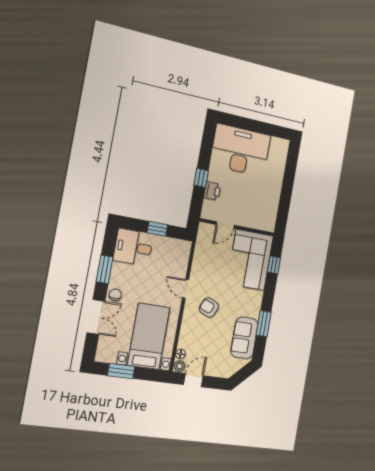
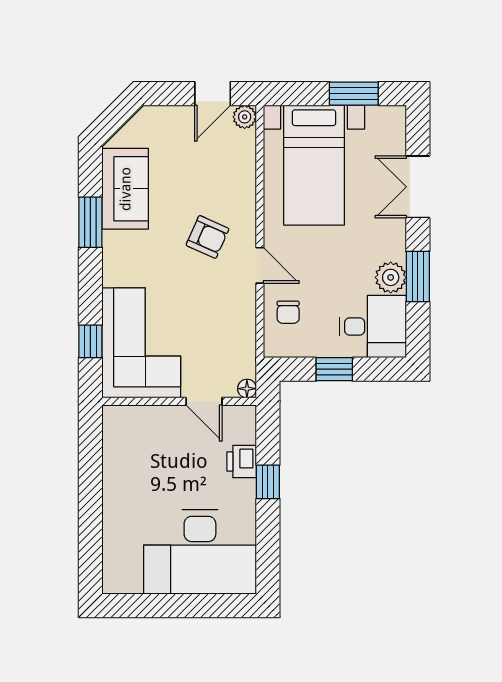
door: (225, 225) -> (204, 401), swing flipped
plant: (119, 271) -> (391, 277), added
chair: (115, 295) -> (288, 312), moved
floor lamp: (181, 354) -> (247, 389), moved

